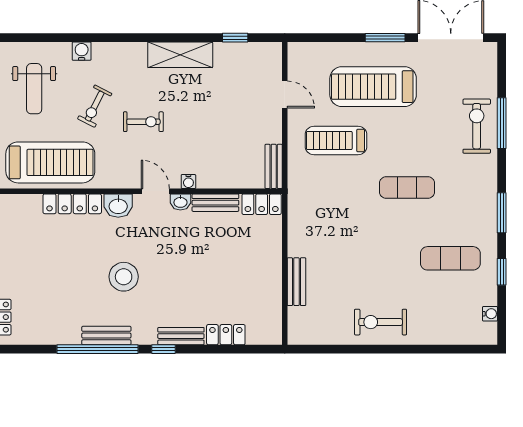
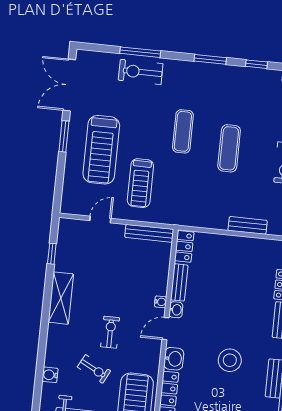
bench: (274, 166) -> (149, 233), width x1.36
exercise mat: (450, 258) -> (229, 148), moved

